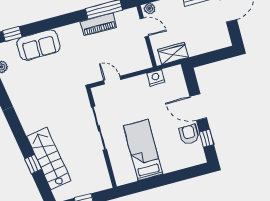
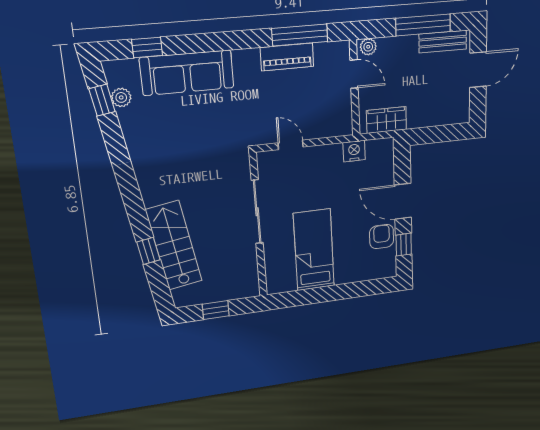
sofa: (38, 45) -> (187, 73), width x1.36

